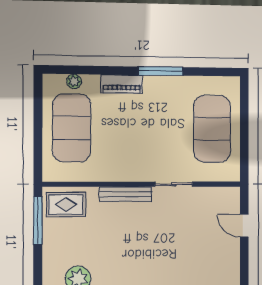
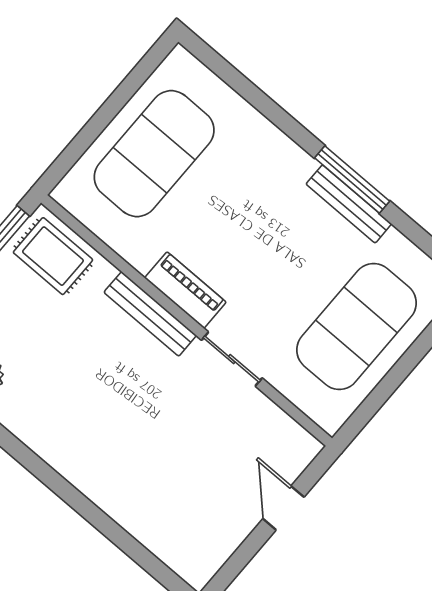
plant: (74, 81) -> (214, 90), removed
bench: (168, 82) -> (349, 204), added
piano: (122, 84) -> (185, 290), moved, turned 180

